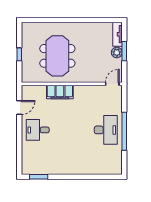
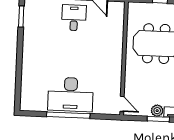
filing cabinet: (60, 92) -> (115, 45), removed
desk: (106, 130) -> (71, 94), width x1.36, depth x1.30

